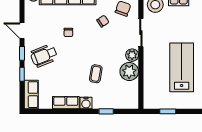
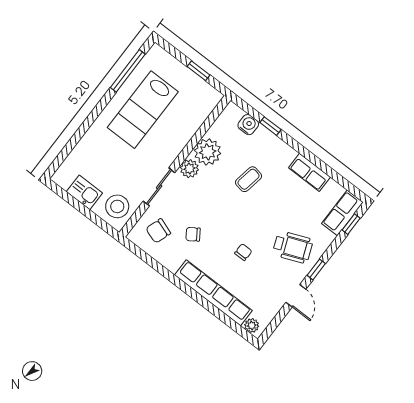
window: (22, 74) -> (351, 224), moved
water cooler: (86, 103) -> (248, 125), moved

